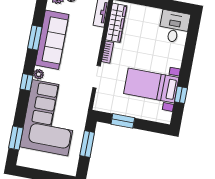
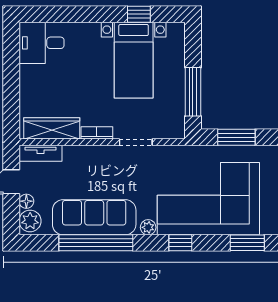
window: (35, 38) -> (96, 243), width x2.11
window: (26, 82) -> (180, 243), moved
window: (123, 121) -> (193, 92), width x1.44

